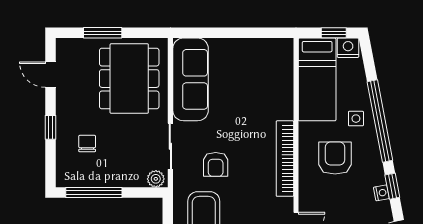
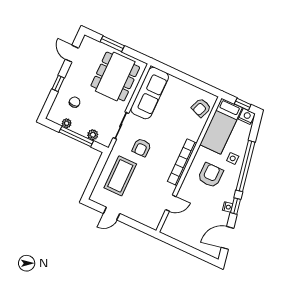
armchair: (276, 66) -> (201, 108), added
plant: (156, 179) -> (93, 135), moved
plant: (90, 180) -> (67, 123), added
window: (94, 193) -> (76, 136), moved

